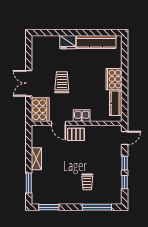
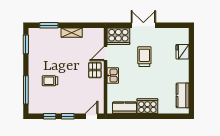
fridge: (68, 42) -> (182, 52), moved
kitchen counter: (96, 42) -> (183, 95), width x0.67
trolley: (62, 82) -> (144, 57), turned -90
door: (125, 138) -> (92, 116), swing flipped

